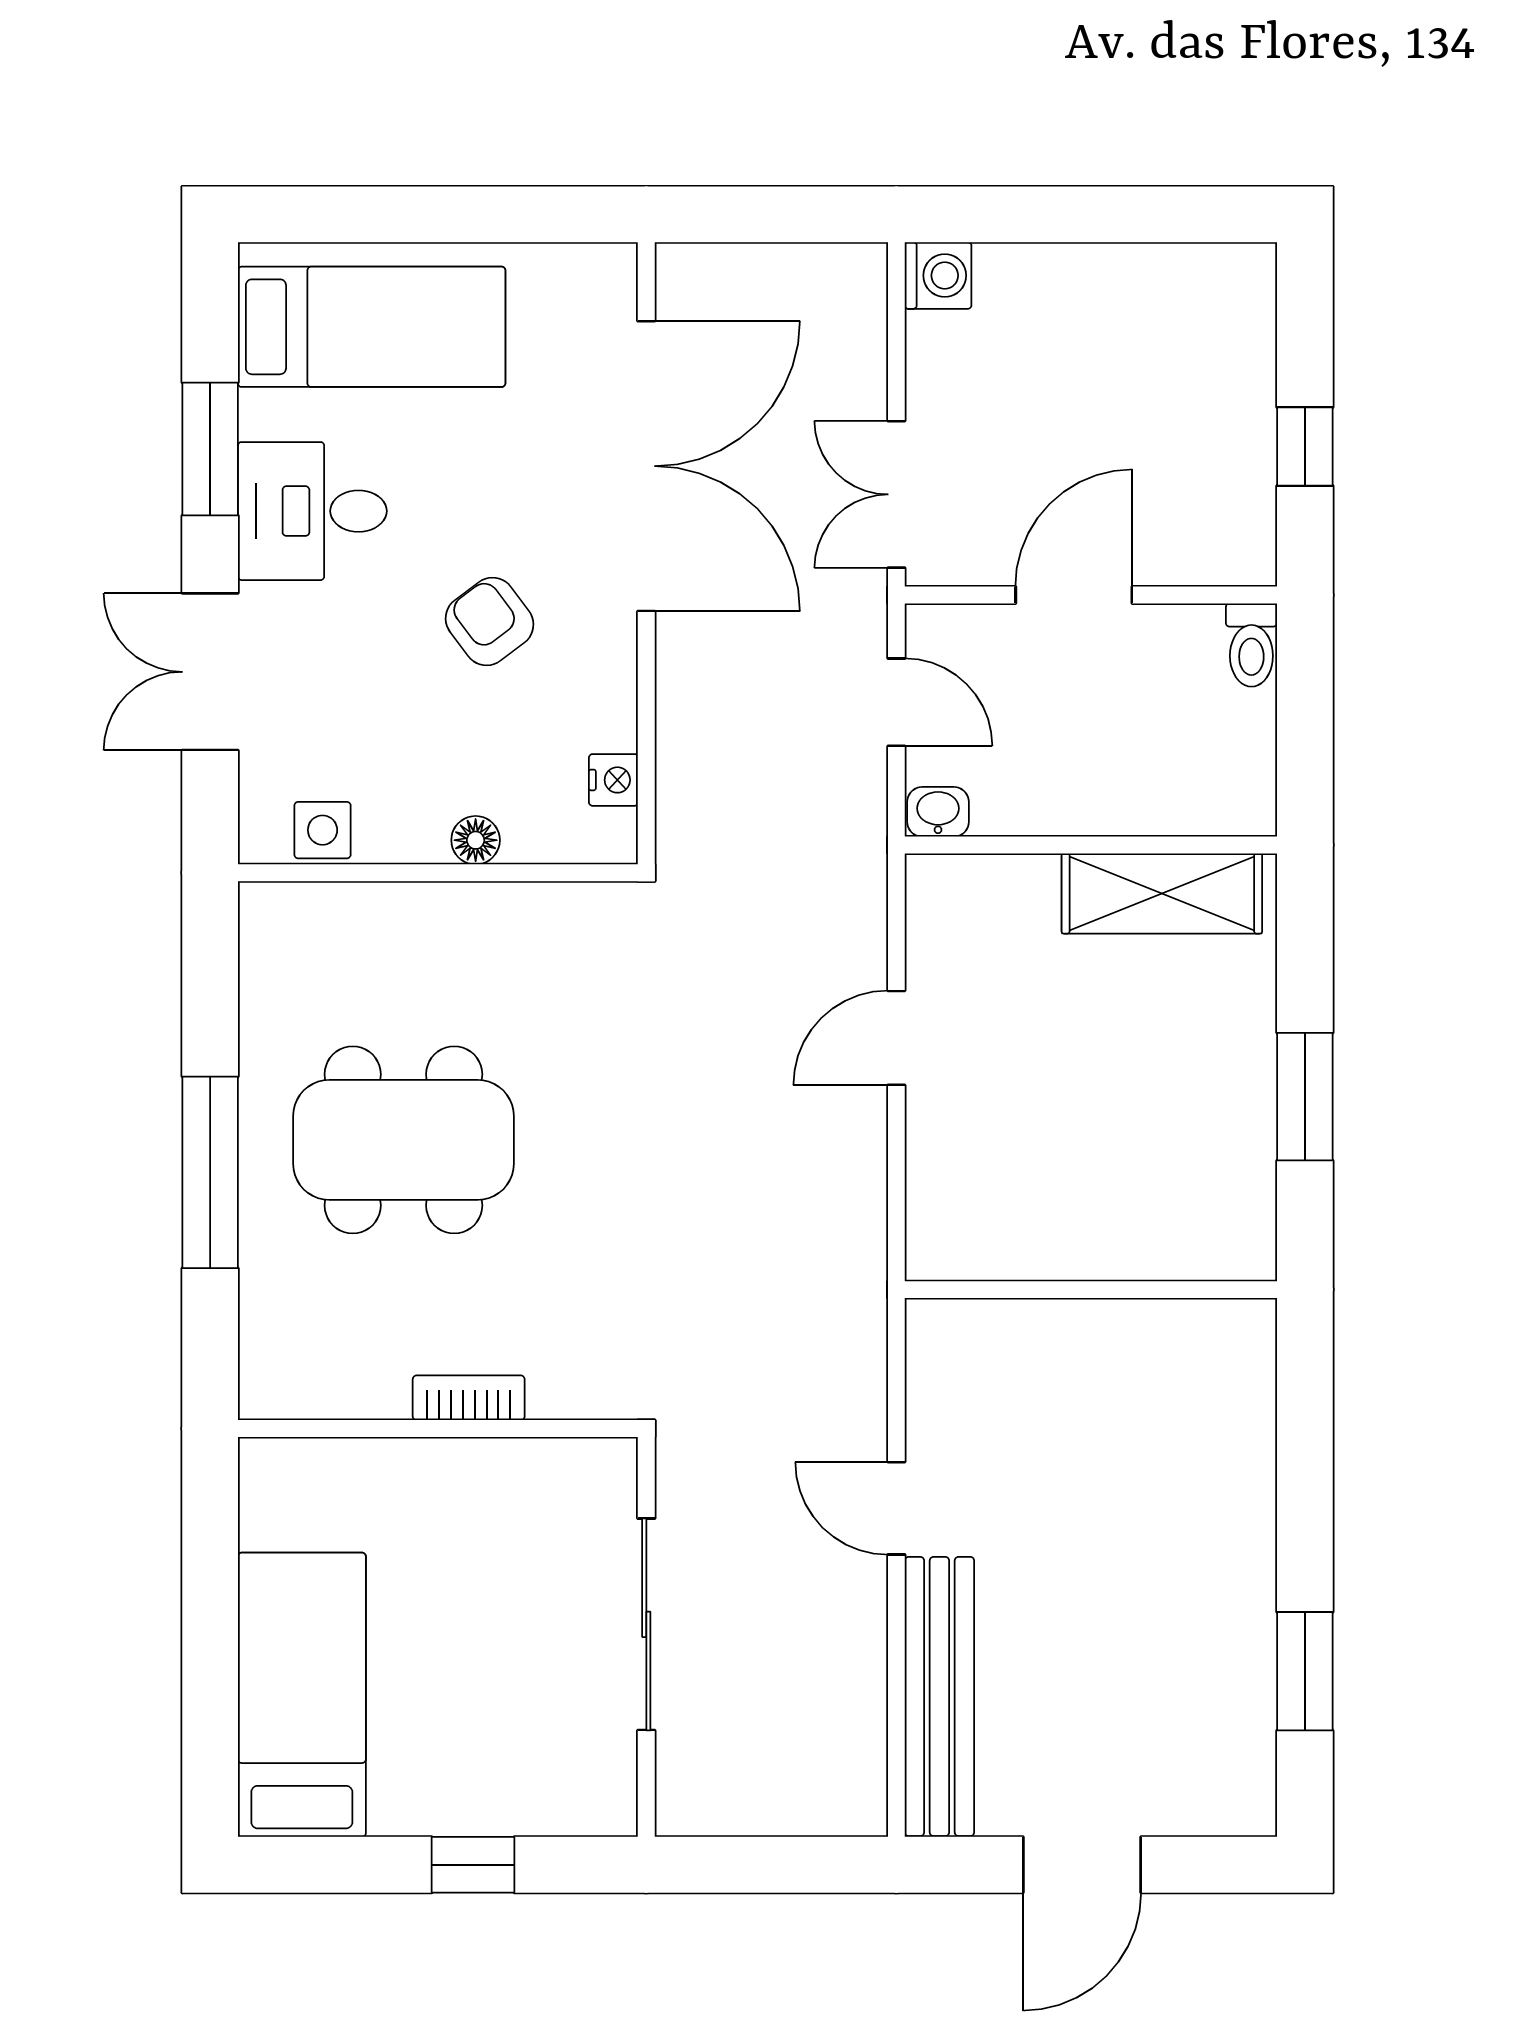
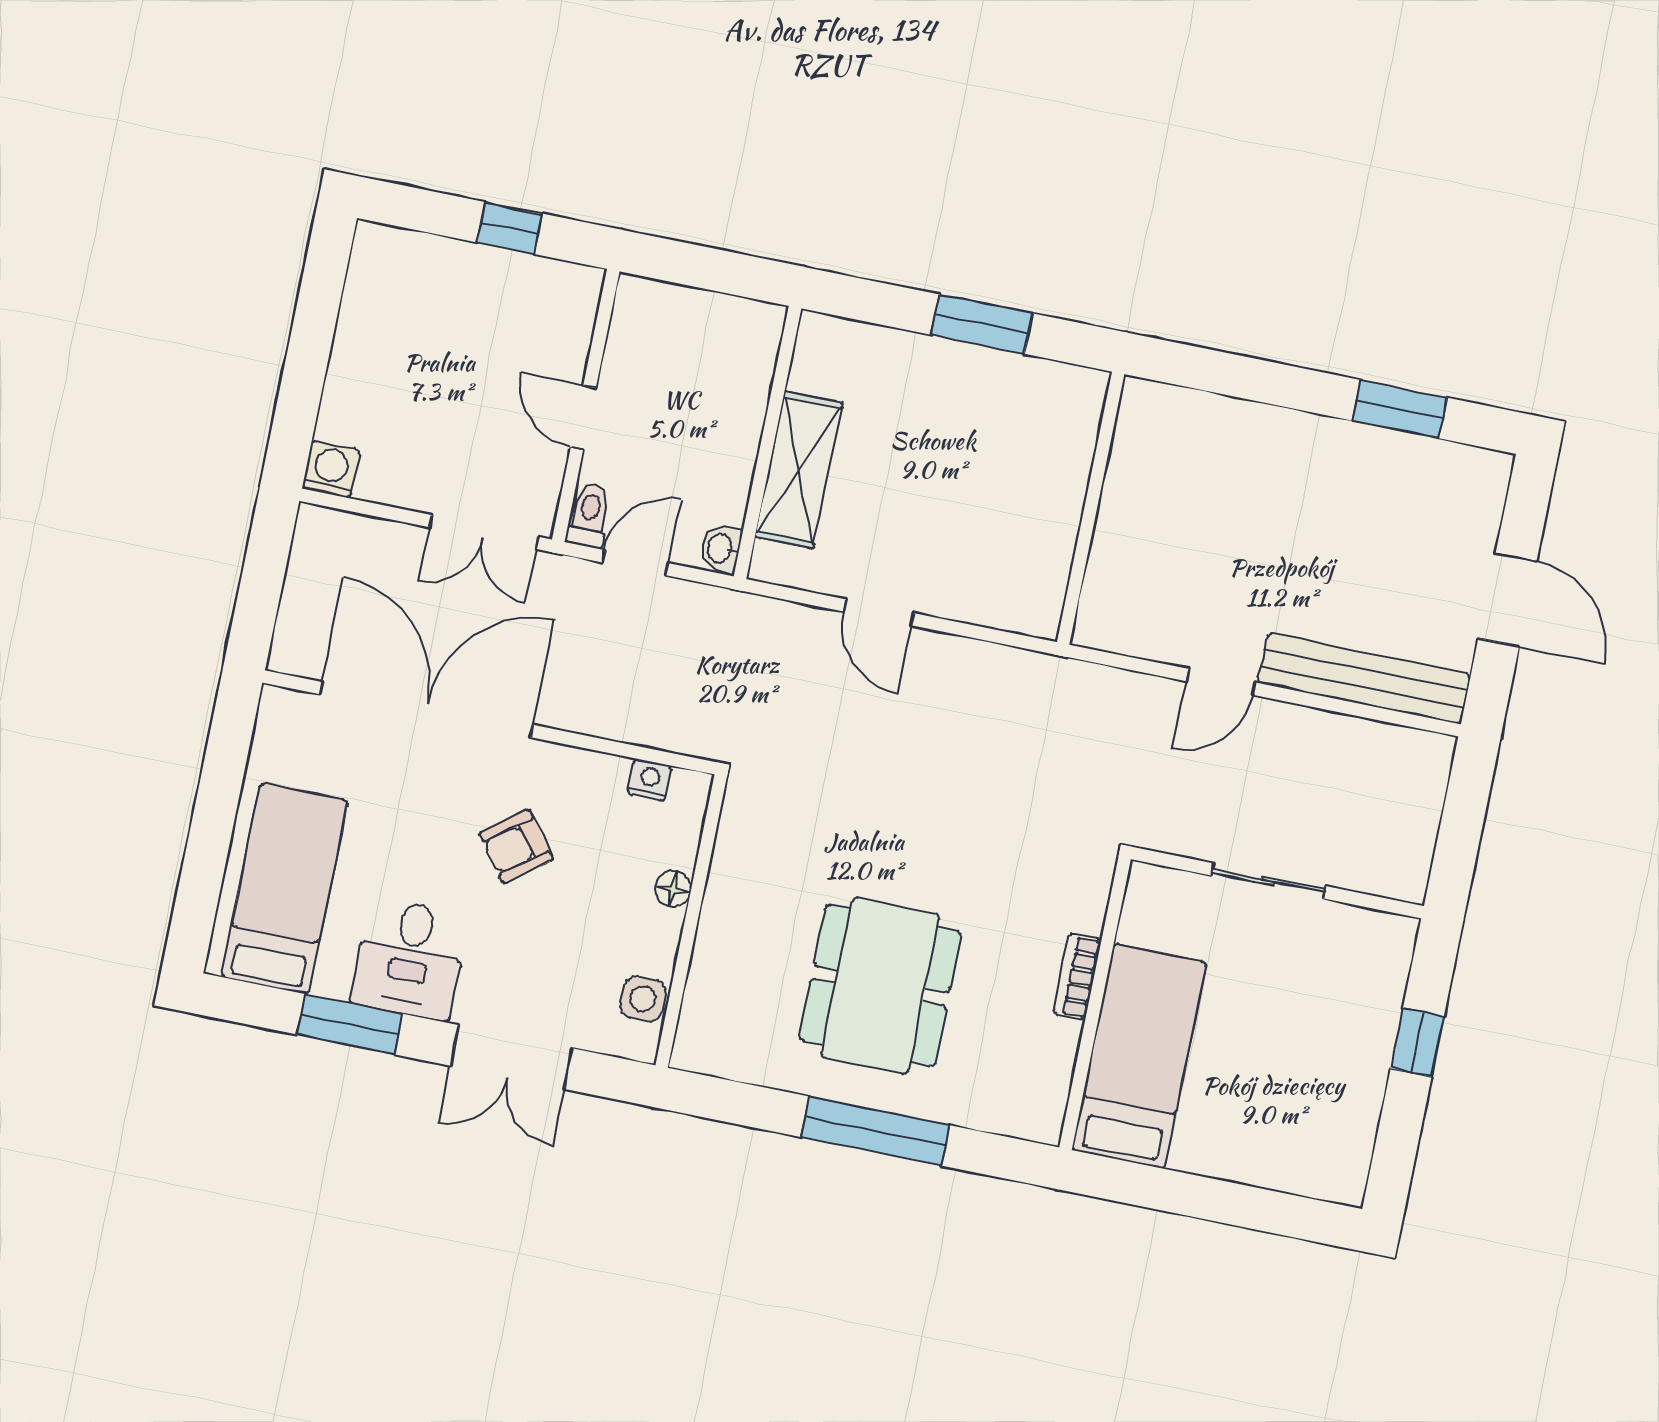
door: (1074, 595) -> (583, 418), width x0.73
toilet: (1251, 645) -> (589, 515), moved, turned -90
shelving: (1162, 894) -> (799, 470), moved
sliding door: (646, 1624) -> (1268, 881), width x0.73
bed: (302, 1695) -> (1139, 1056), moved, turned 90

